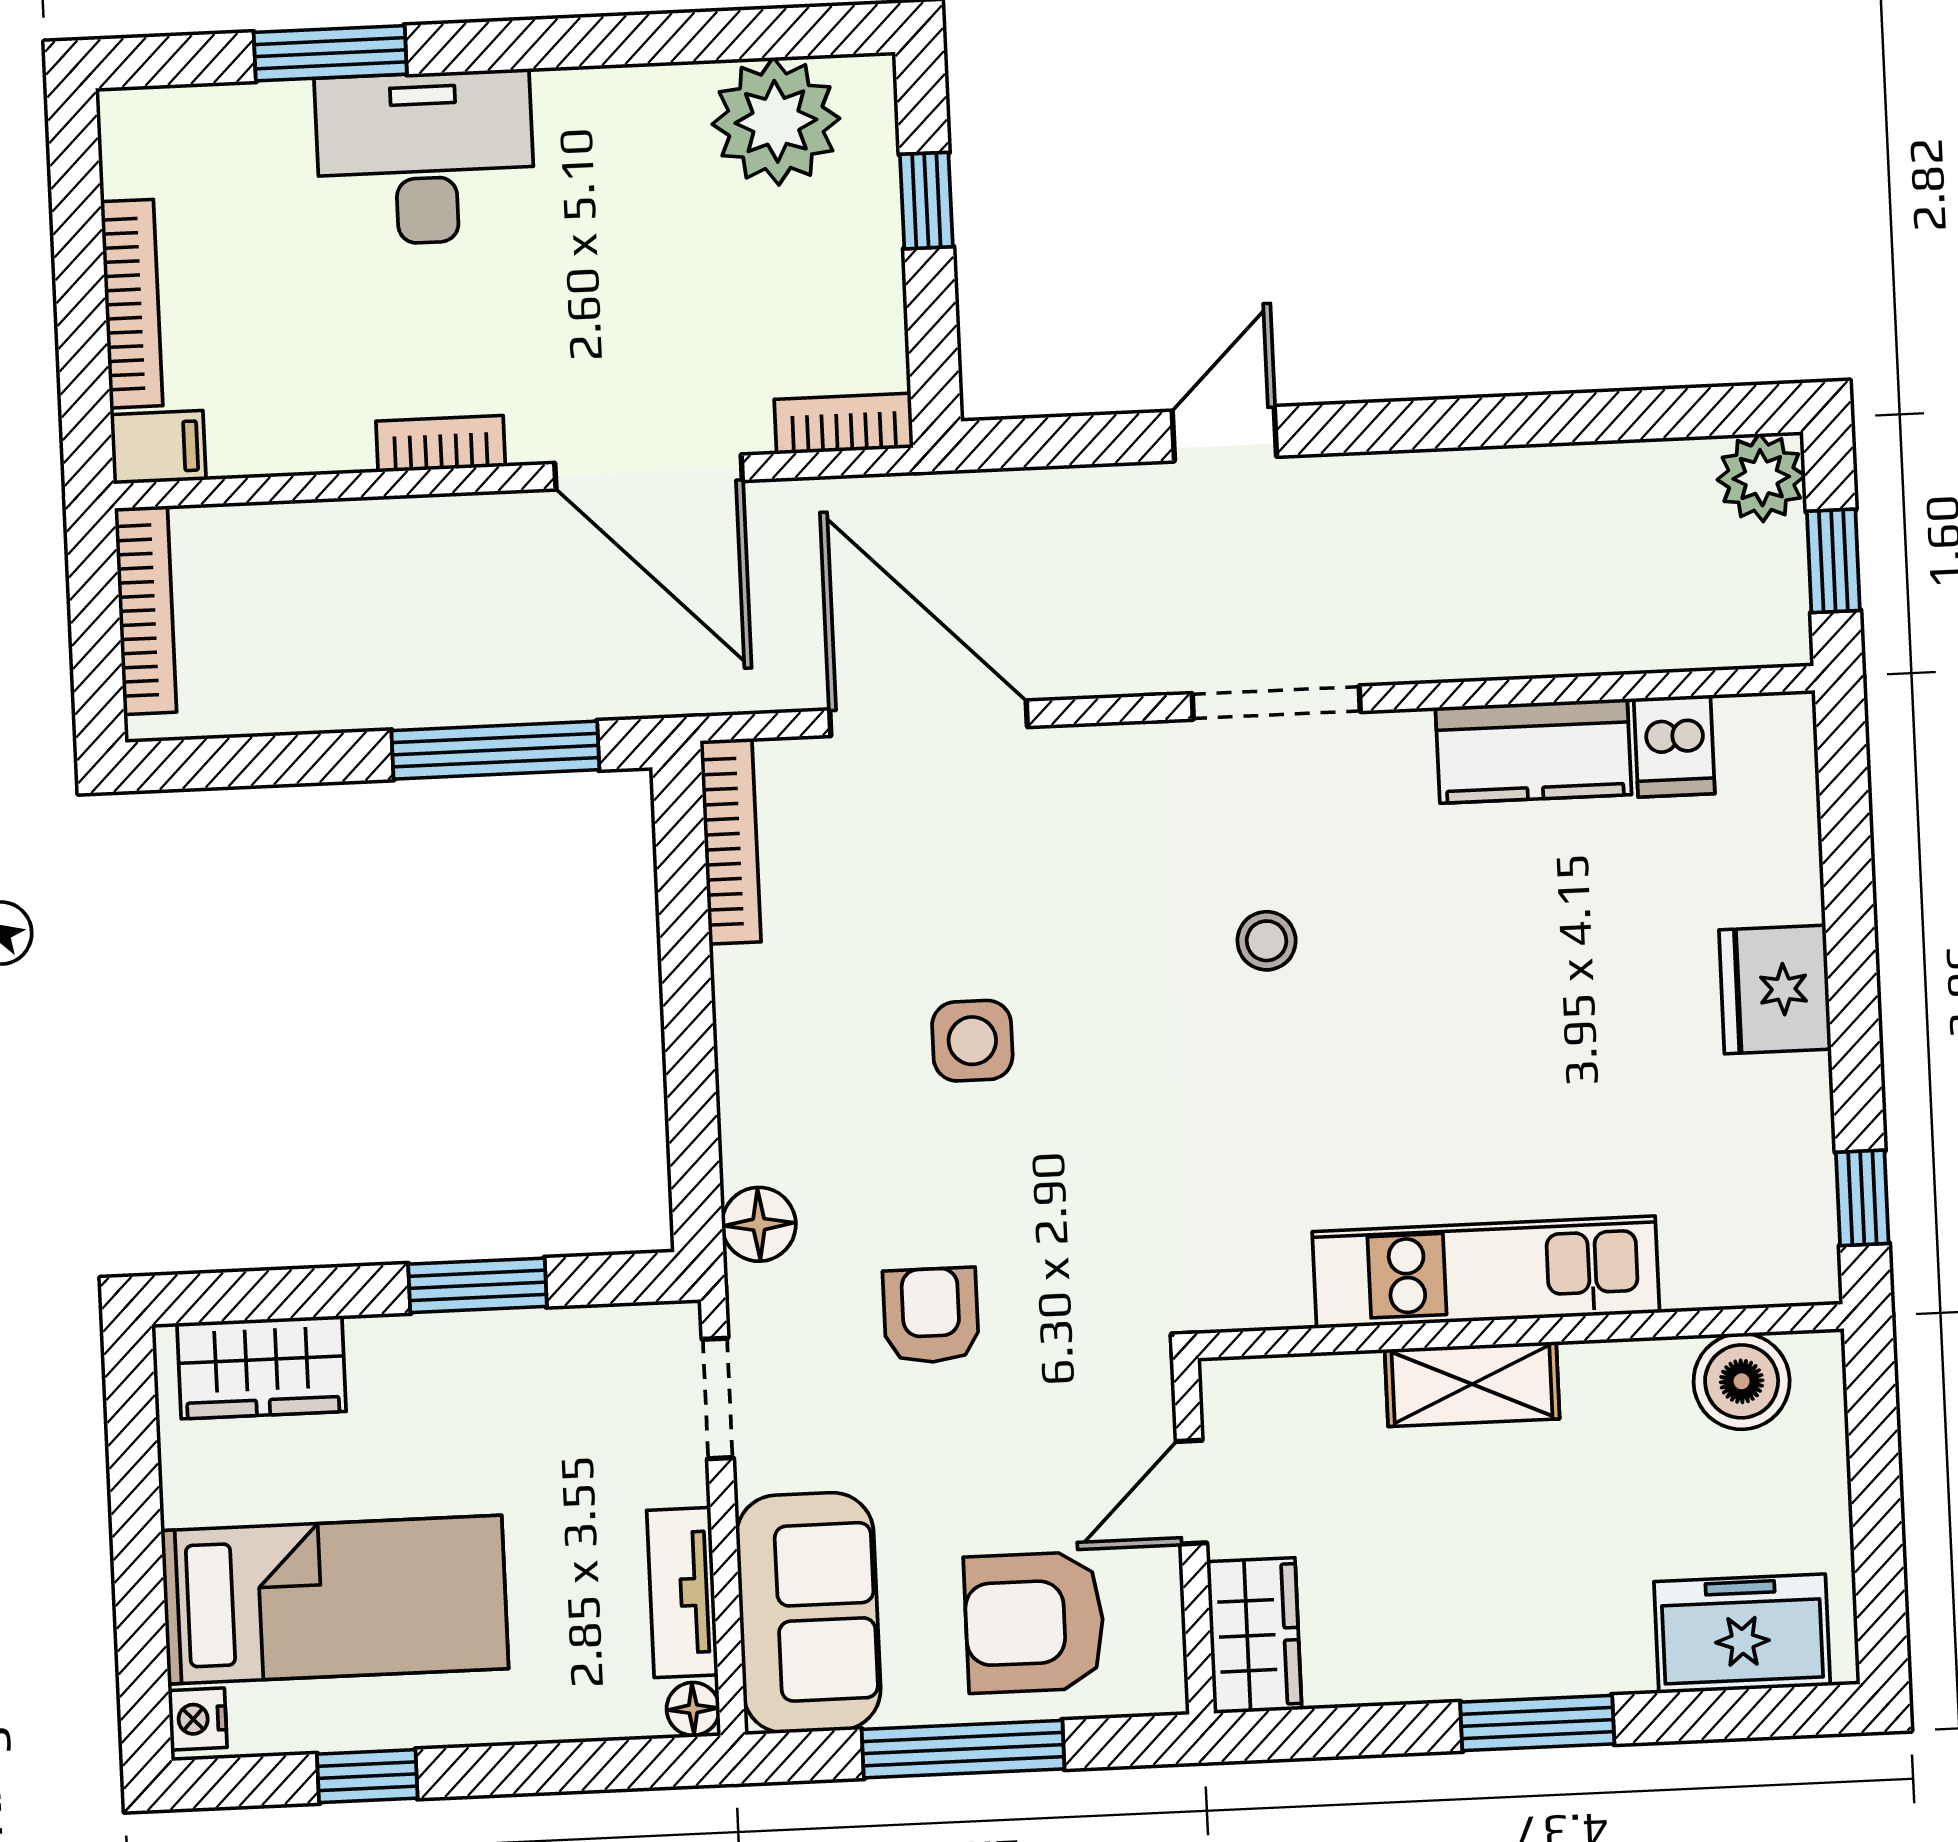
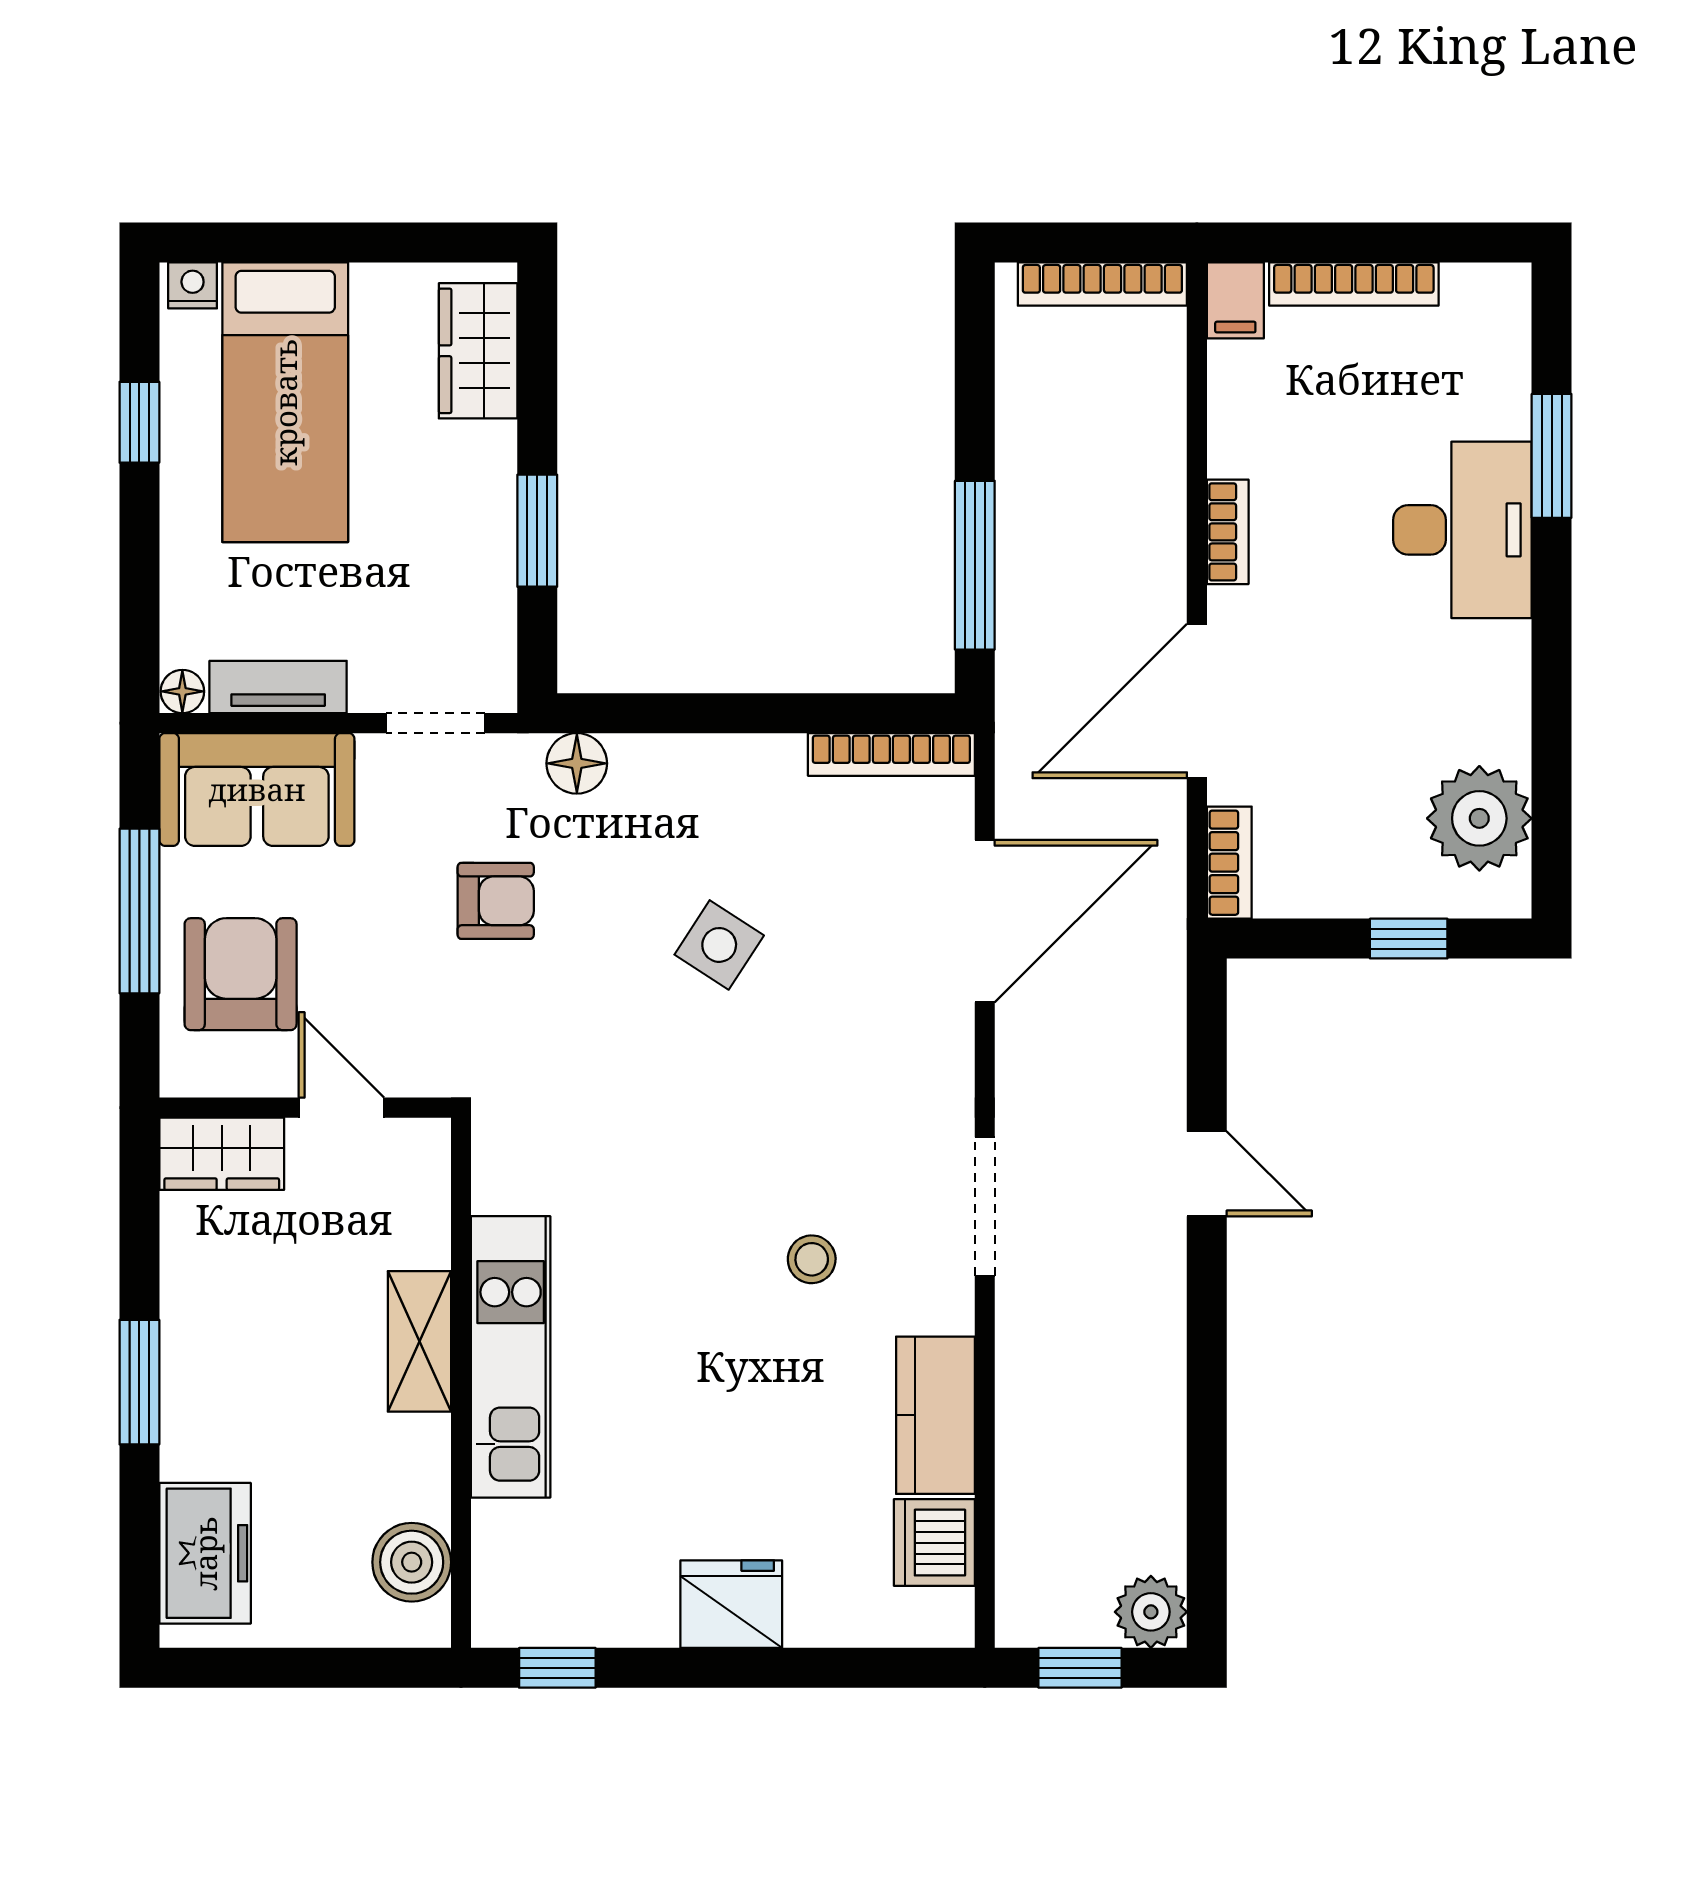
dishwasher: (1674, 746) -> (934, 1543), width x1.38
stool: (1267, 941) -> (812, 1259), moved
side table: (972, 1041) -> (719, 945), turned 33

